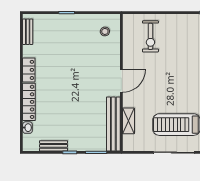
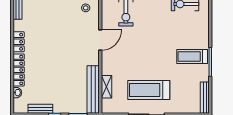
door: (121, 81) -> (100, 40), moved

